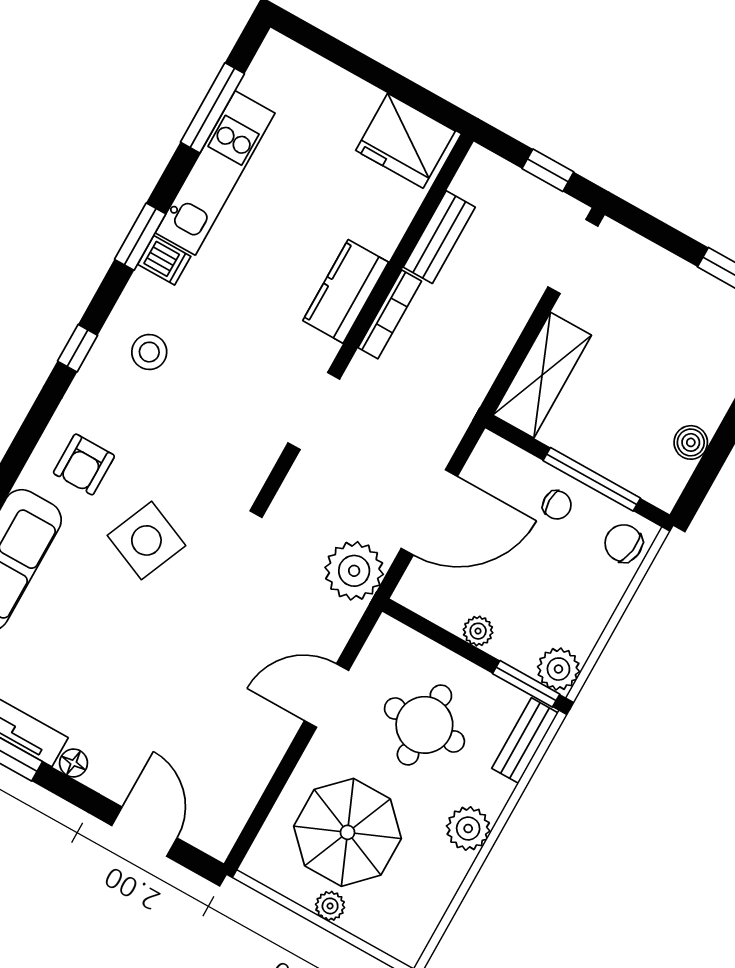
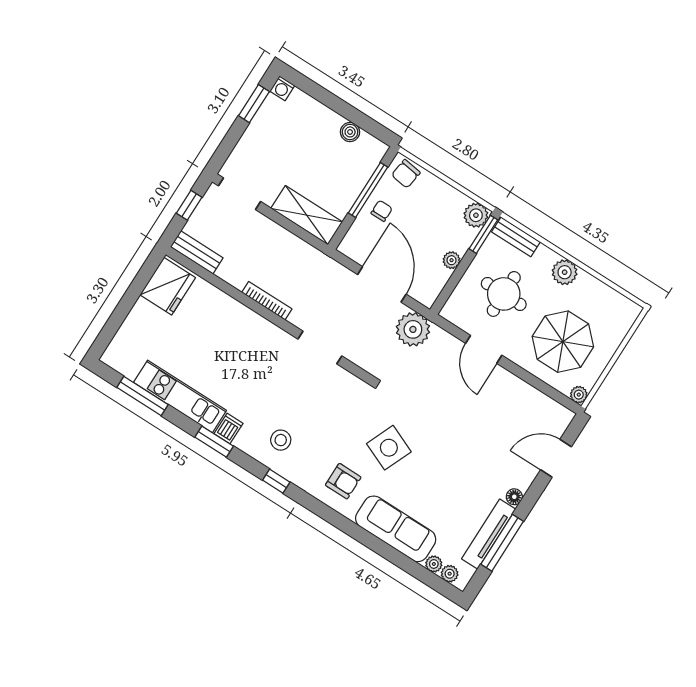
bench: (439, 237) -> (197, 252), moved
kitchen counter: (346, 291) -> (252, 325), removed
plant: (330, 906) -> (579, 395), moved

